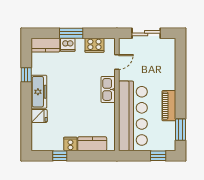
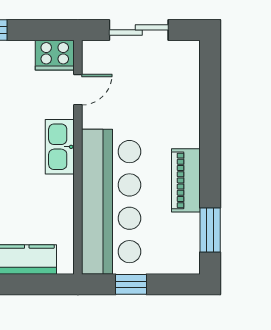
cooker: (94, 45) -> (55, 55), moved
window: (158, 156) -> (131, 284), moved

